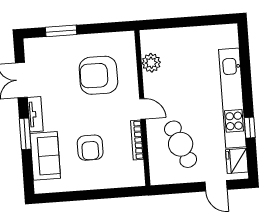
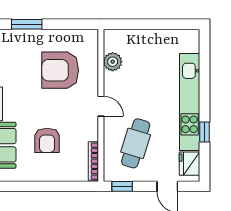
bookcase: (137, 140) -> (93, 161), moved
cafe table: (181, 144) -> (136, 143), turned 39
window: (170, 189) -> (122, 186), added

